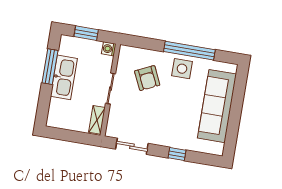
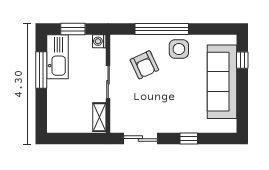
window: (189, 51) -> (162, 29), moved
kitchen sink: (64, 77) -> (58, 57), moved
window: (239, 89) -> (242, 60), added

